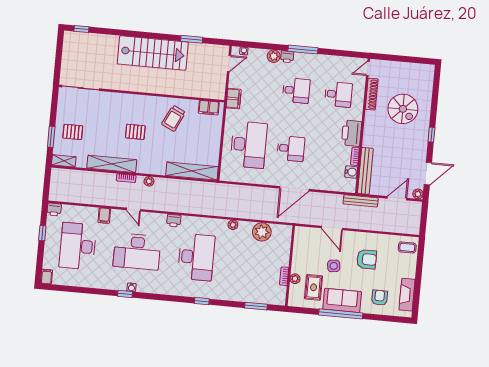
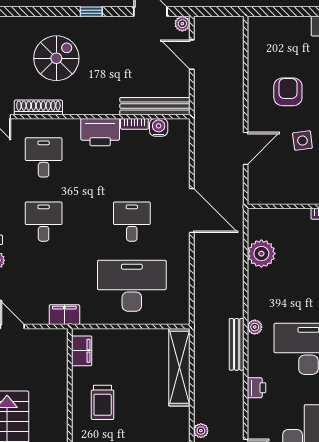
trolley: (174, 118) -> (103, 402), turned 64
bench: (361, 201) -> (237, 344), moved
plant: (233, 225) -> (255, 327), moved
coffee table: (407, 247) -> (265, 32), removed

